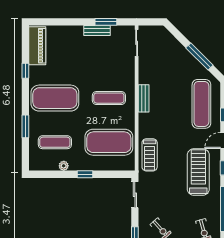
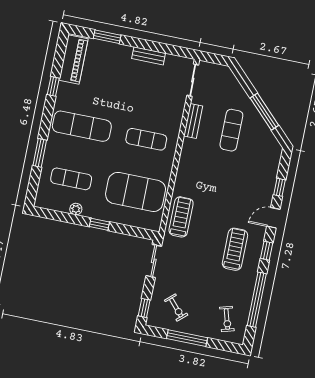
window: (106, 22) -> (107, 37), moved
exercise mat: (55, 98) -> (82, 126), width x0.68
bench: (144, 98) -> (193, 121), moved
exercise mat: (201, 104) -> (231, 130), moved, width x0.73, depth x0.69
treadmill: (150, 155) -> (181, 217), turned 180
treadmill: (198, 172) -> (235, 249), width x0.73, depth x0.73

